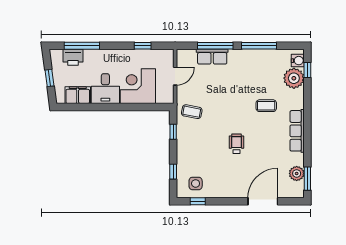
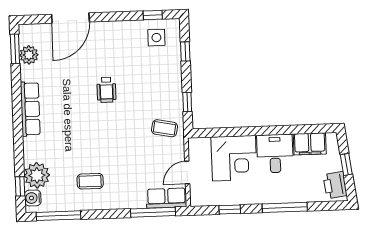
window: (82, 46) -> (285, 207), moved
window: (215, 46) -> (153, 212), moved
window: (259, 46) -> (58, 216), moved
printer: (73, 57) -> (335, 185), moved, turned -98
row of seats: (212, 57) -> (166, 198), moved
coffee table: (266, 106) -> (90, 181), moved

